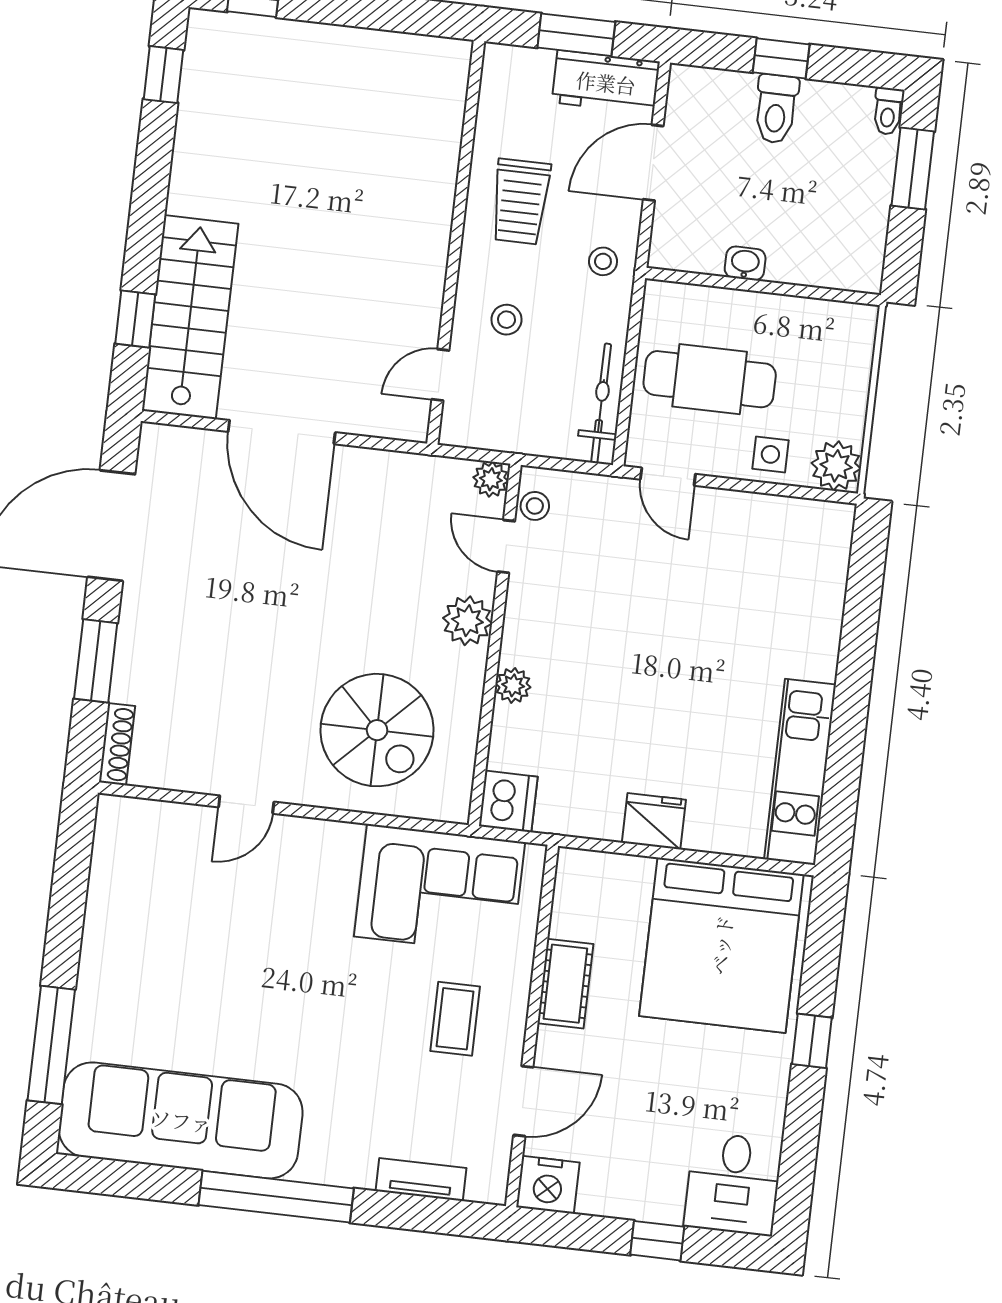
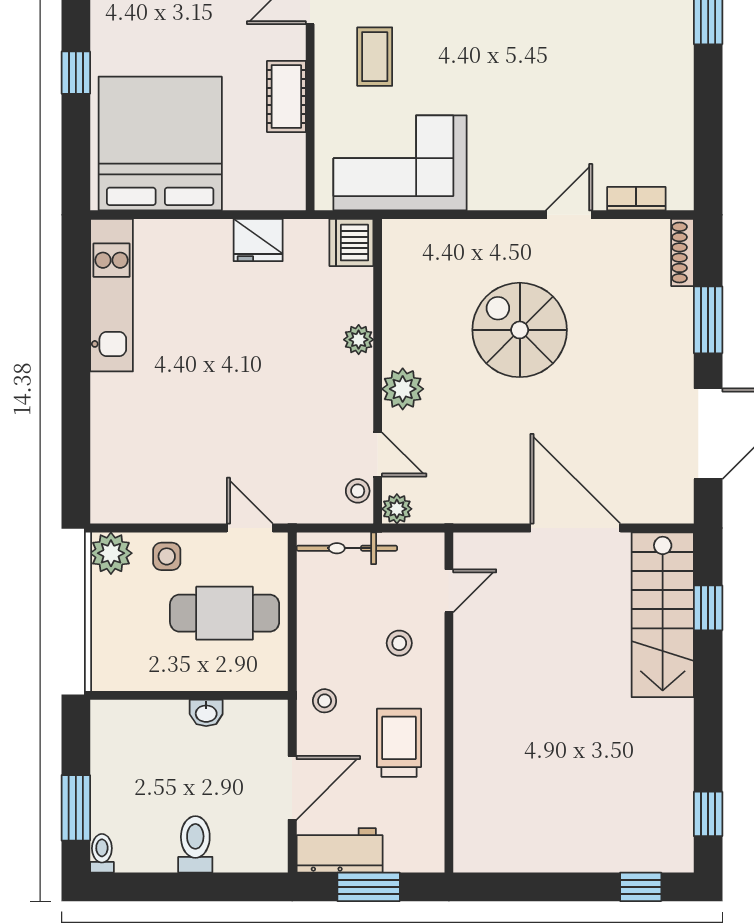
window: (781, 58) -> (196, 887), removed
bicycle: (601, 403) -> (347, 548), moved, turned 90
spiral stairs: (377, 730) -> (520, 330), moved
bookcase: (164, 814) -> (636, 199), added
fridge: (654, 821) -> (258, 240), moved

